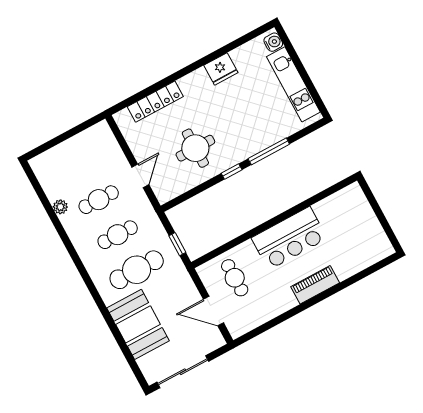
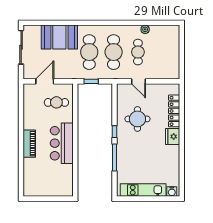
fridge: (221, 69) -> (173, 136), moved
cafe table: (118, 235) -> (114, 52), width x1.37, depth x1.35

